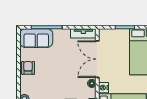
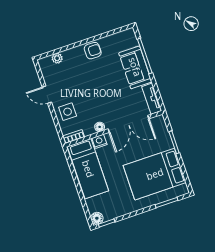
sofa: (36, 38) -> (135, 67), moved
double door: (97, 59) -> (128, 124), swing flipped

